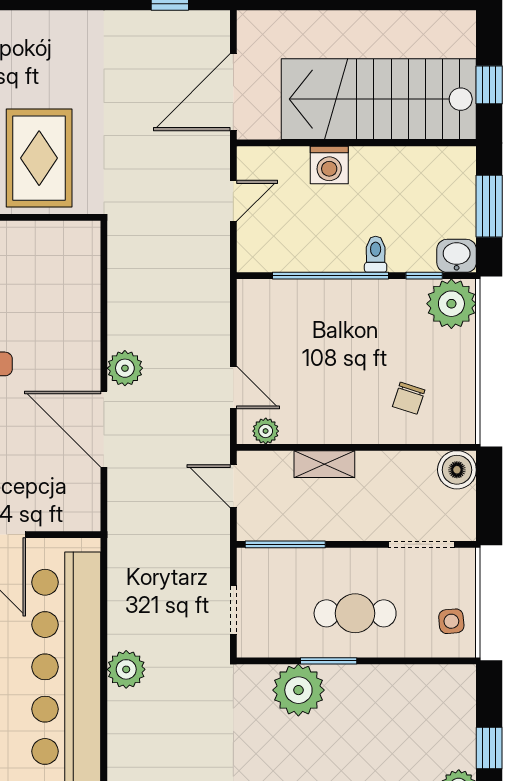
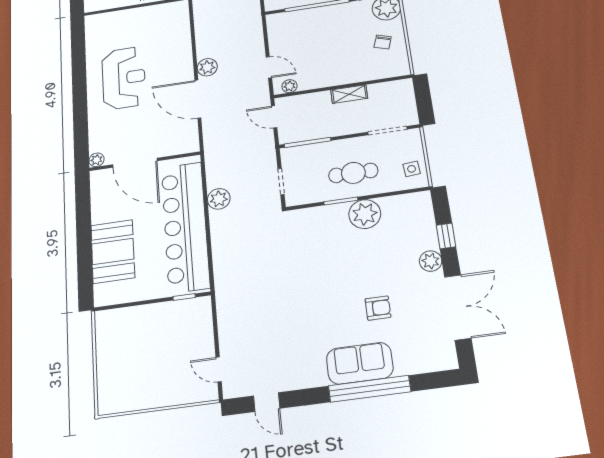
chair: (409, 398) -> (383, 42), moved
shelving: (324, 464) -> (349, 94), moved
boiler: (457, 470) -> (402, 89), removed
plant: (126, 669) -> (219, 199), moved
plant: (298, 690) -> (365, 214), moved

